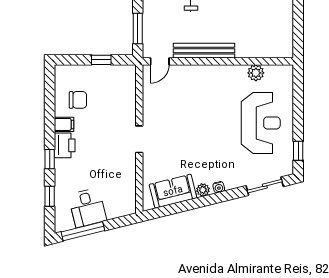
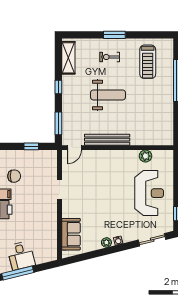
doorway: (139, 139) -> (59, 190), moved
sofa: (173, 191) -> (71, 234), moved, turned 104

